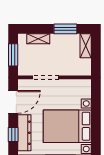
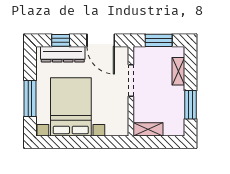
shelving: (86, 46) -> (148, 129), moved

